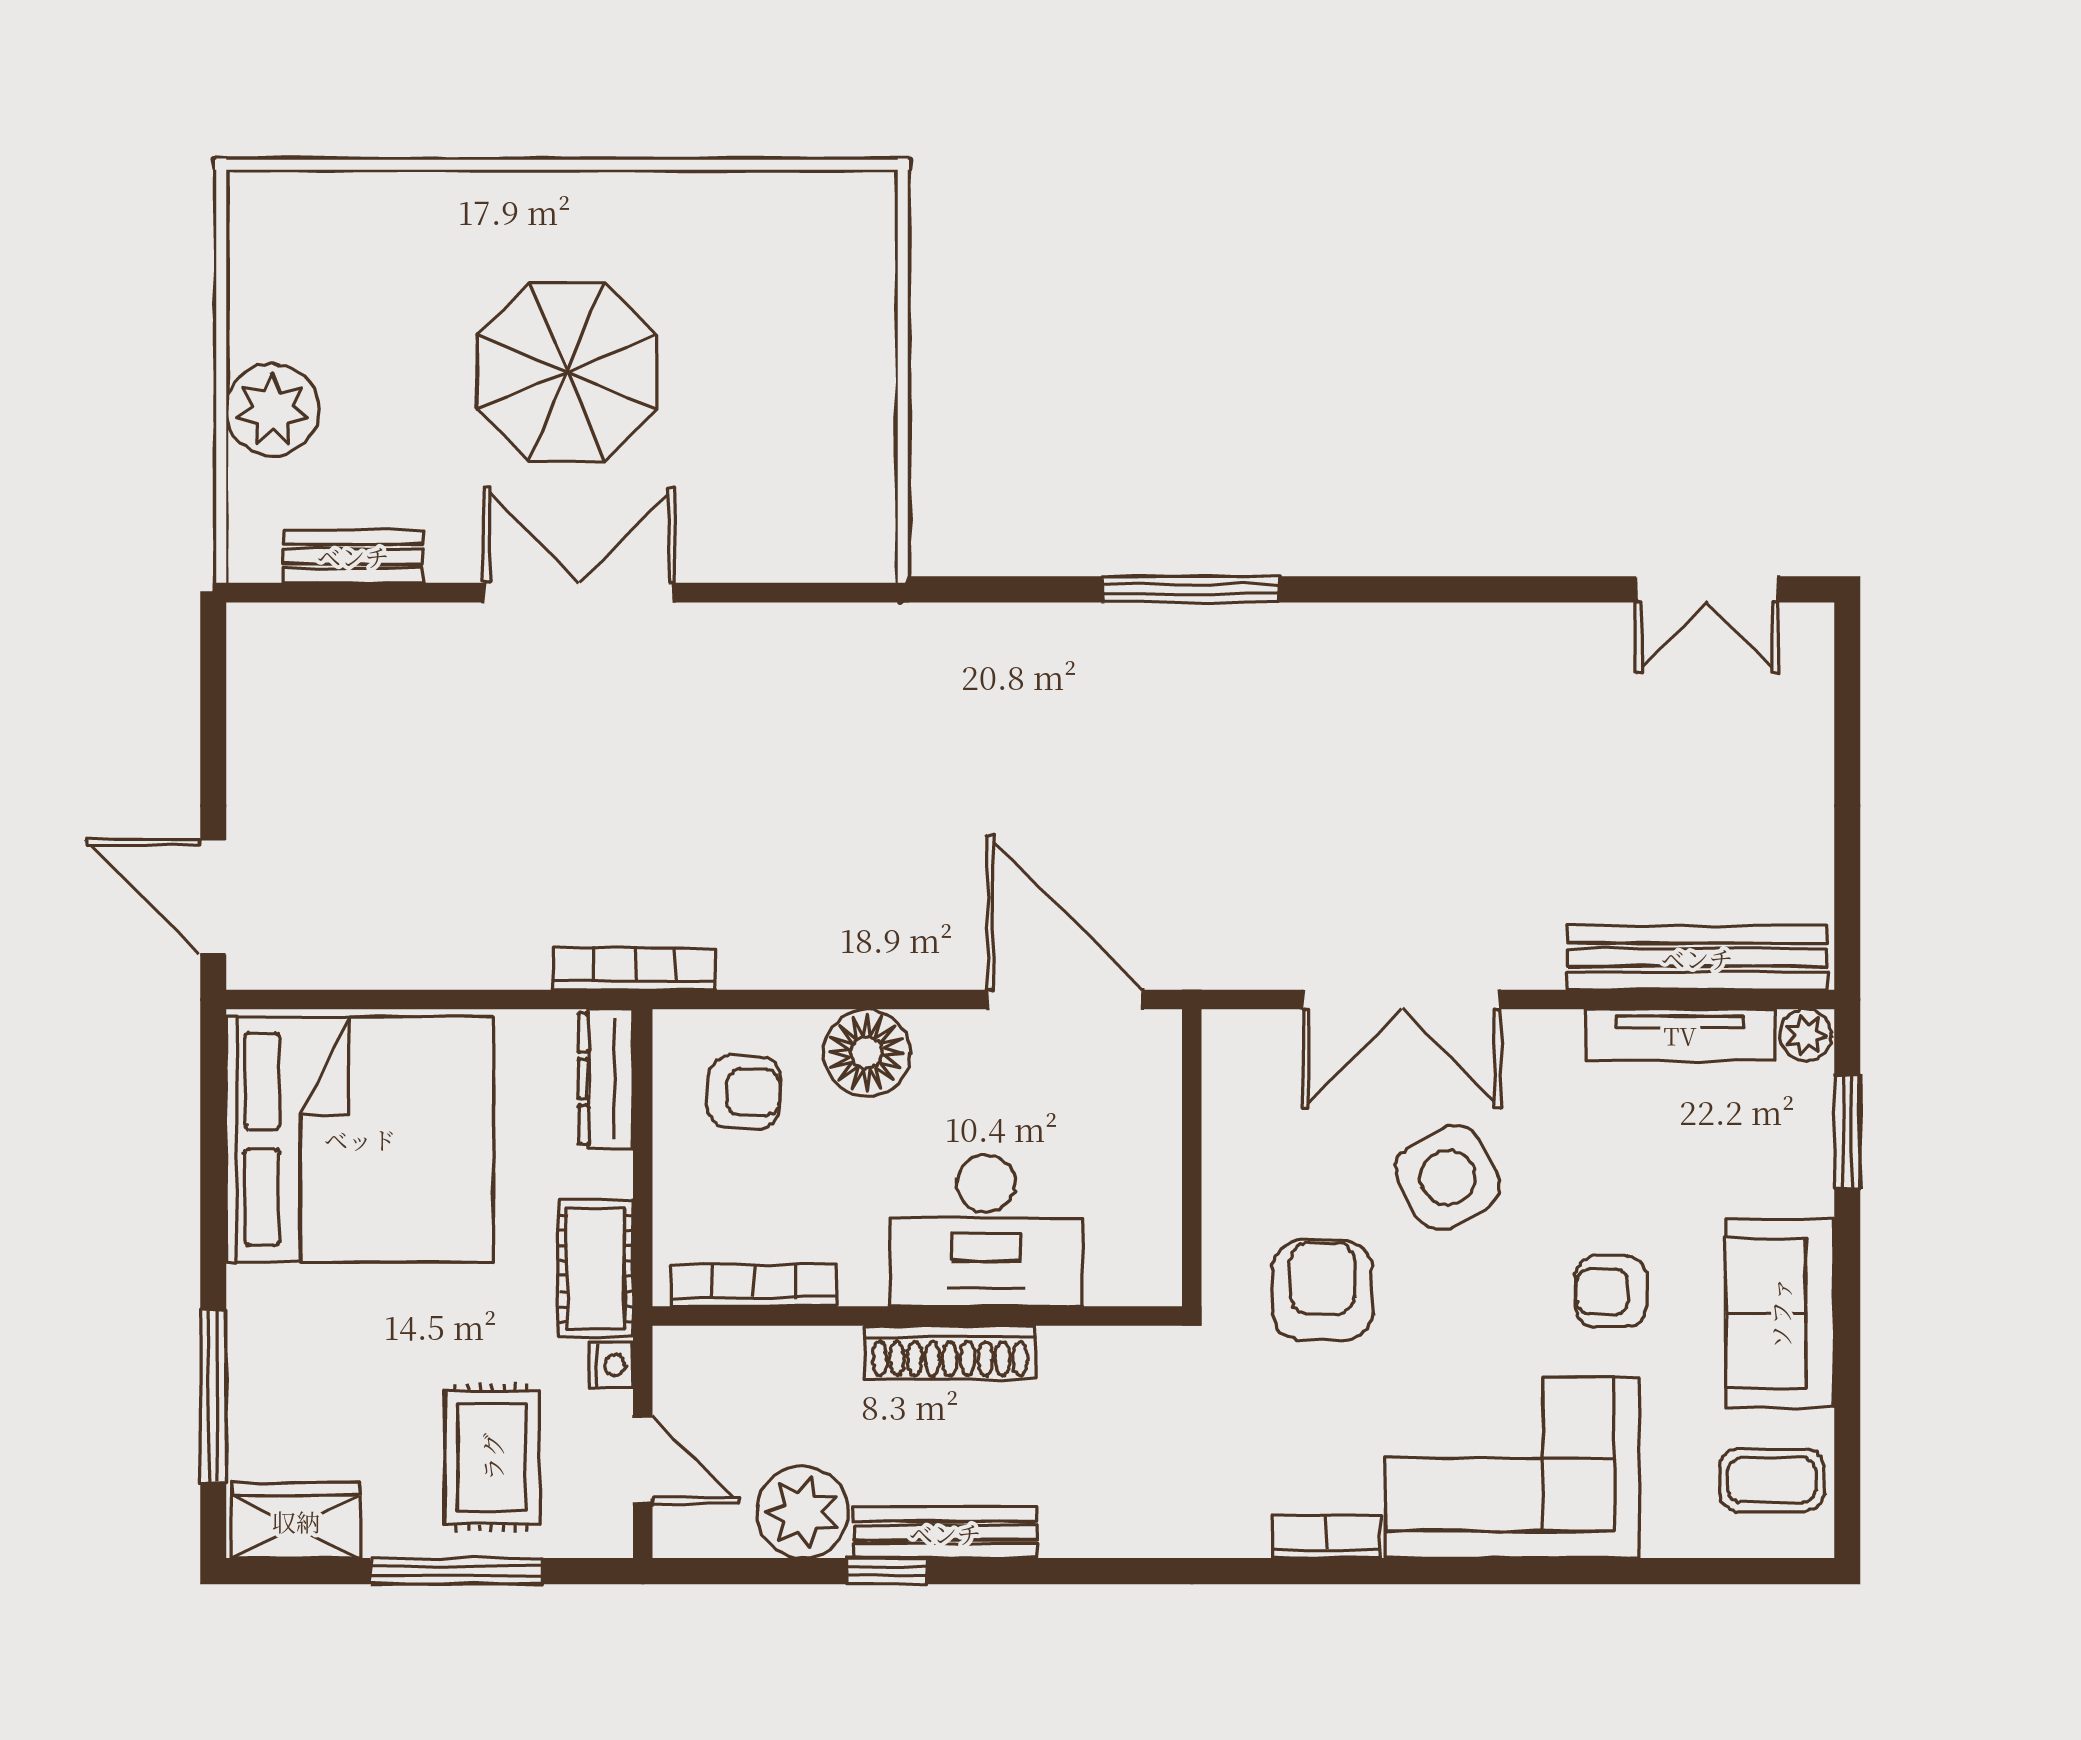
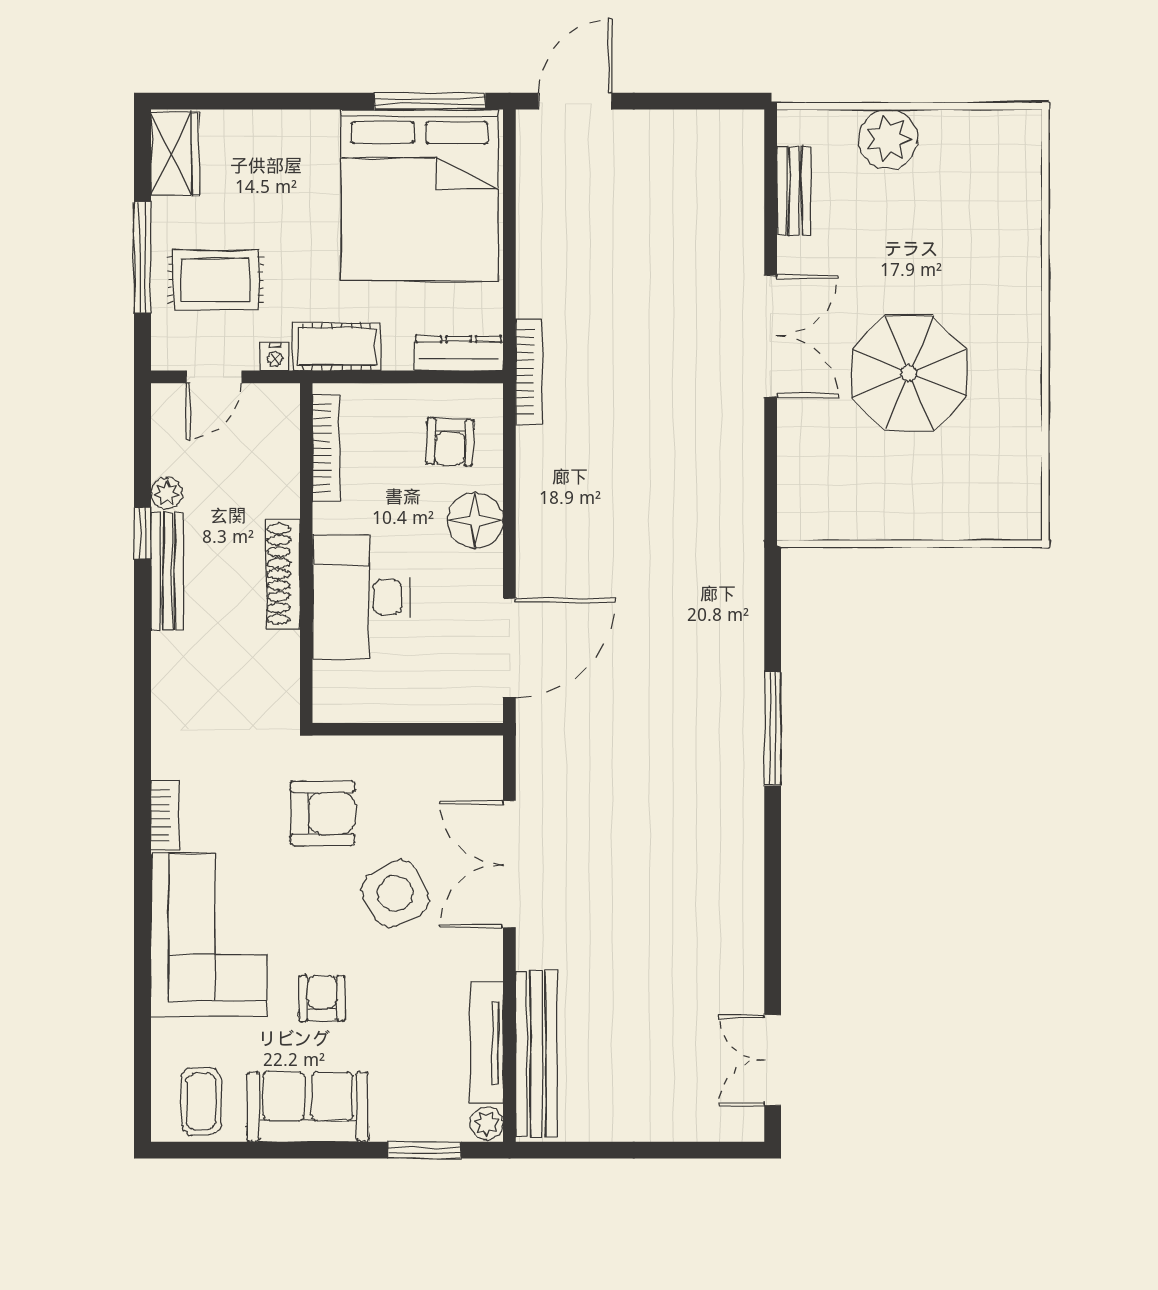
parasol: (567, 372) -> (909, 373), moved
window: (213, 1397) -> (430, 101), moved
plant: (802, 1512) -> (167, 493), width x0.53, depth x0.53

